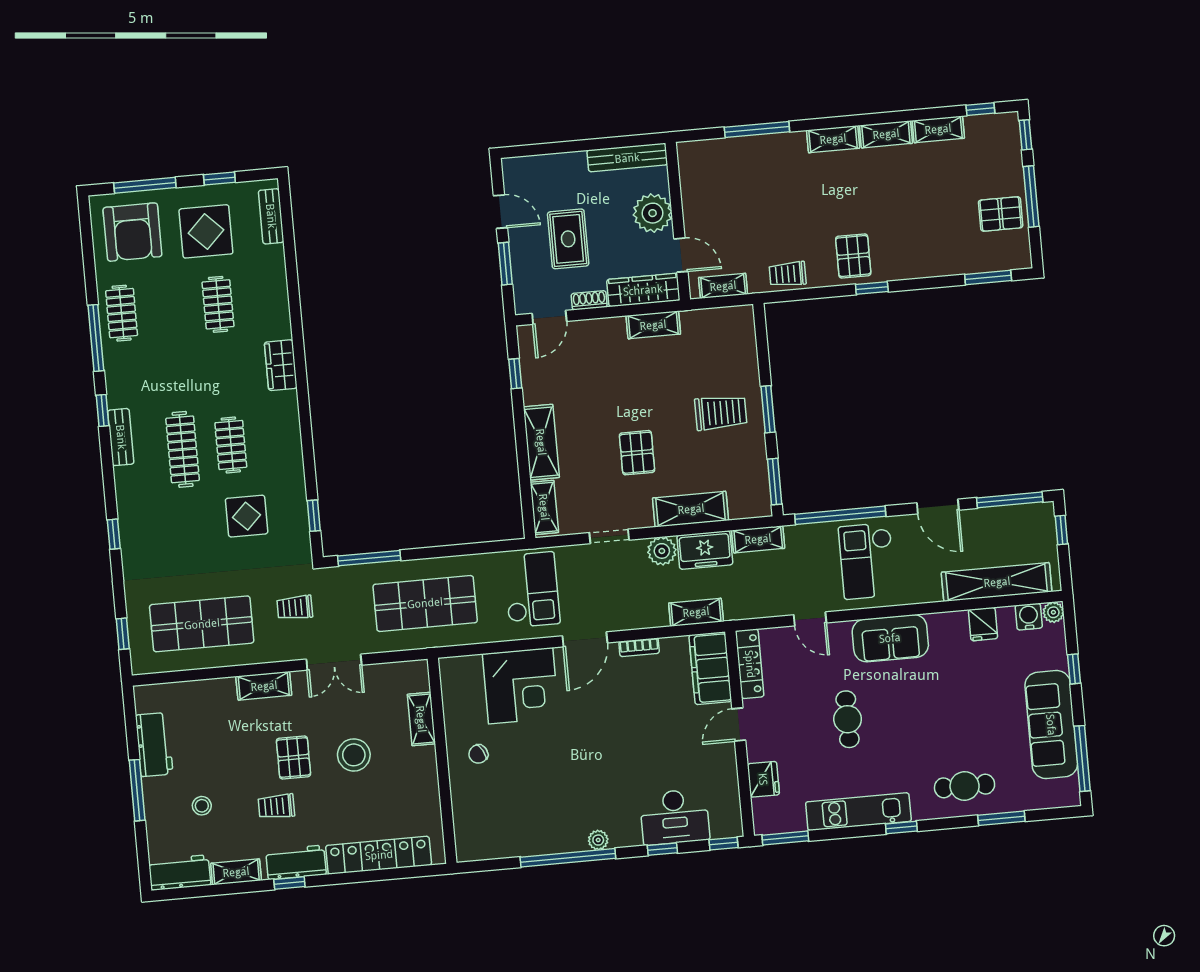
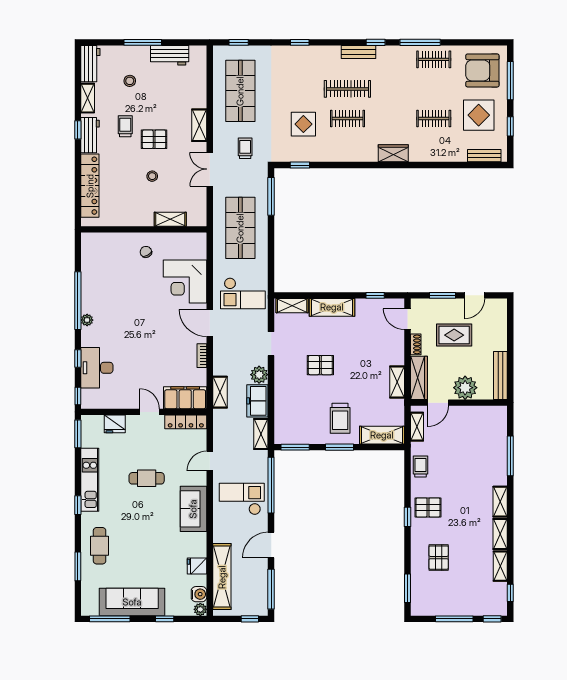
pallet: (1001, 214) -> (439, 558), moved
shelving: (691, 509) -> (382, 435), moved, turned 90
stool: (354, 755) -> (152, 176), width x0.53, depth x0.53

